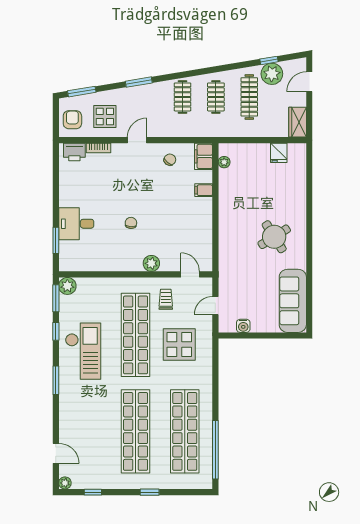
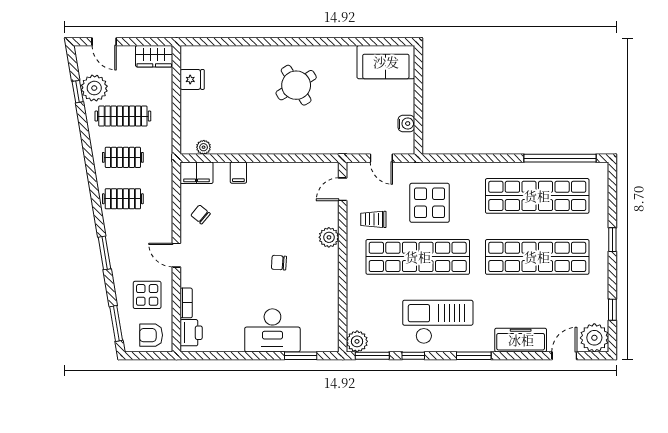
desk: (76, 224) -> (272, 330), width x1.37
sofa: (293, 301) -> (386, 62), width x0.73
freezer: (68, 418) -> (521, 340), added
plant: (65, 483) -> (594, 338), width x1.87, depth x1.87

